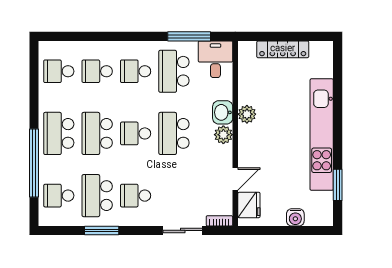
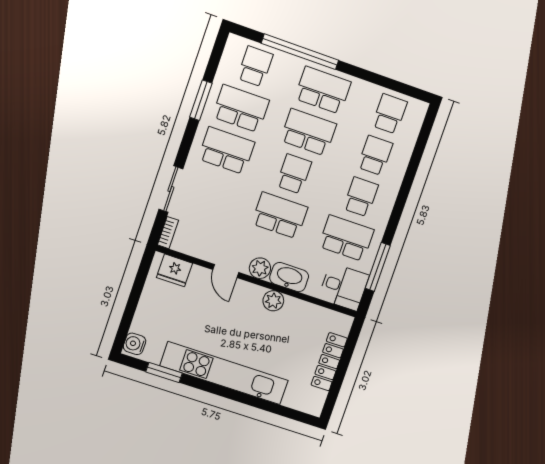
washbasin: (223, 112) -> (289, 277), width x1.38
door: (235, 179) -> (226, 271), moved
school desk: (136, 196) -> (227, 151), width x1.85
water cooler: (295, 217) -> (135, 344), moved

